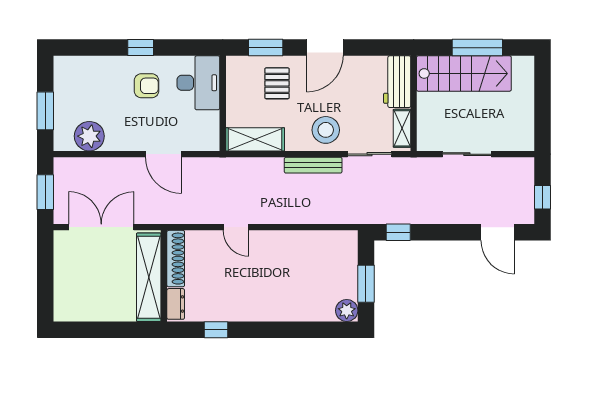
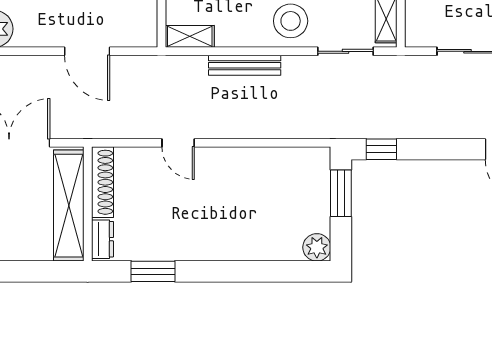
shelving: (255, 139) -> (190, 36), width x0.67, depth x0.75
bench: (313, 165) -> (245, 65), moved
window: (366, 284) -> (341, 193), moved
window: (216, 330) -> (153, 271), width x1.50

